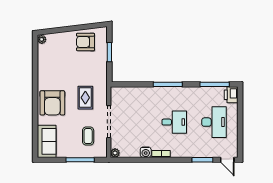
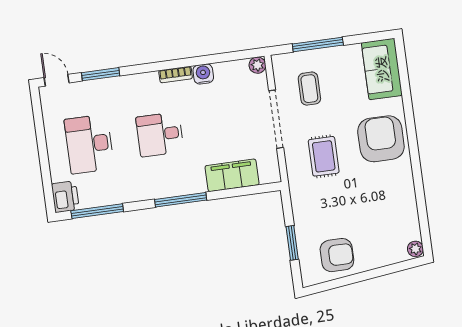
filing cabinet: (137, 94) -> (232, 175), added

